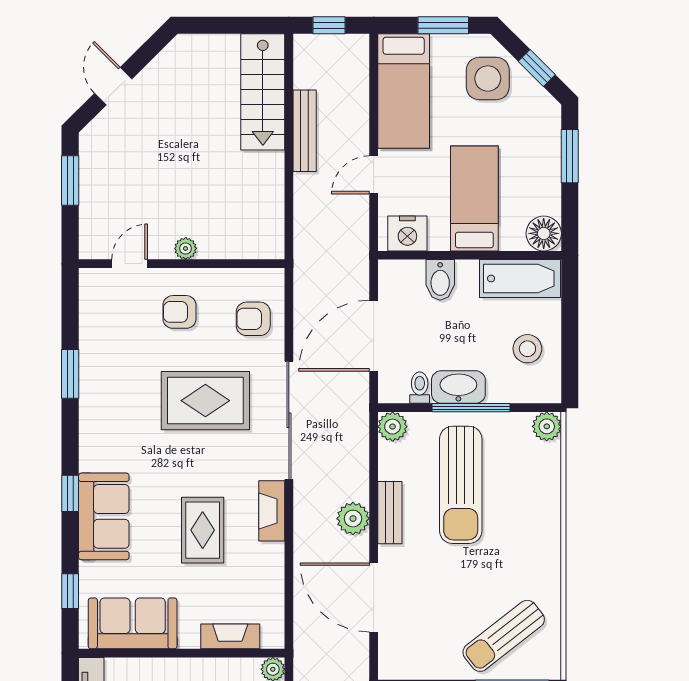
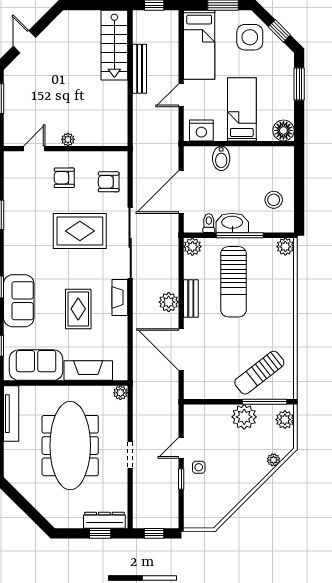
bathtub: (520, 279) -> (269, 158), removed
fireplace: (230, 636) -> (88, 371), width x1.37, depth x1.32

